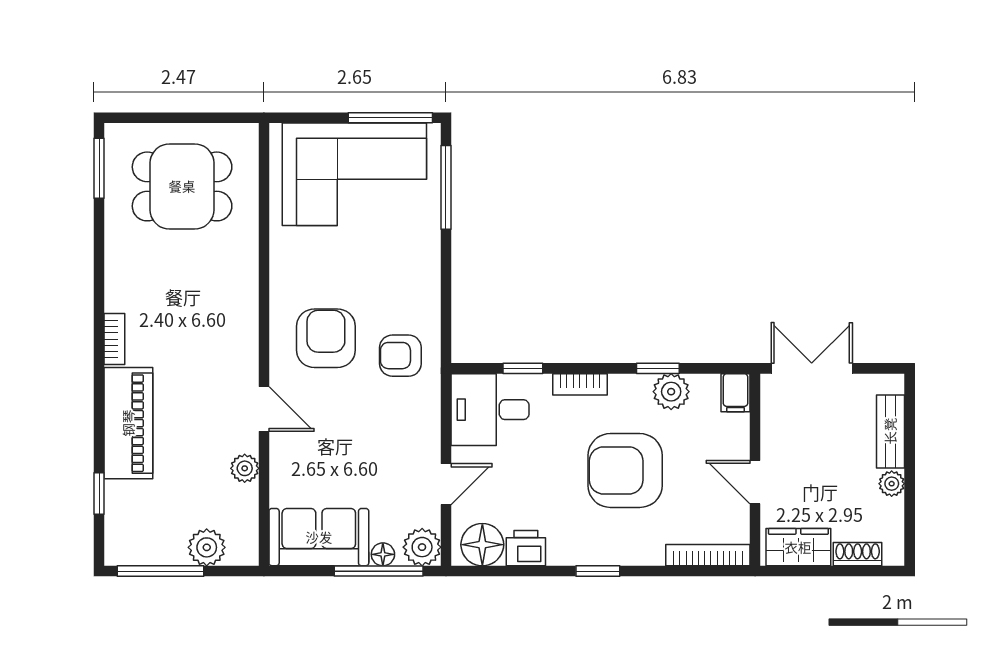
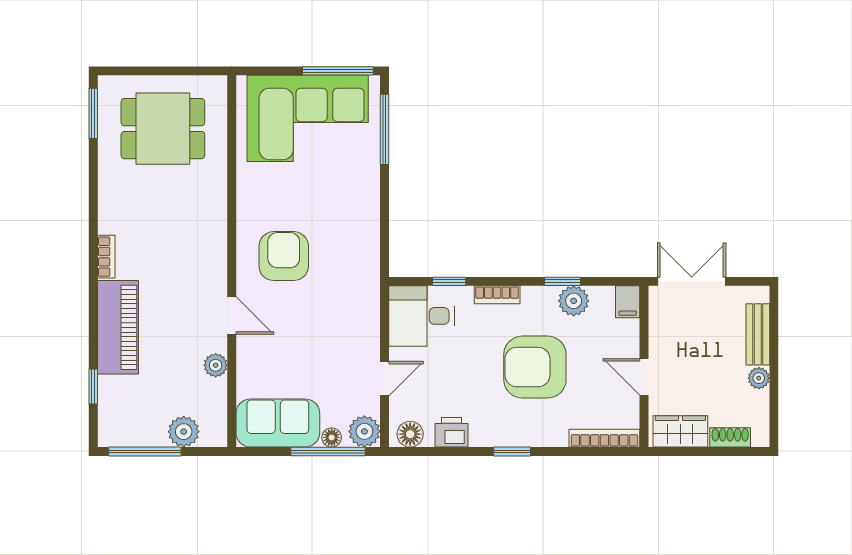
armchair: (400, 356) -> (346, 271), removed
floor lamp: (482, 545) -> (410, 434), width x0.73, depth x0.73

